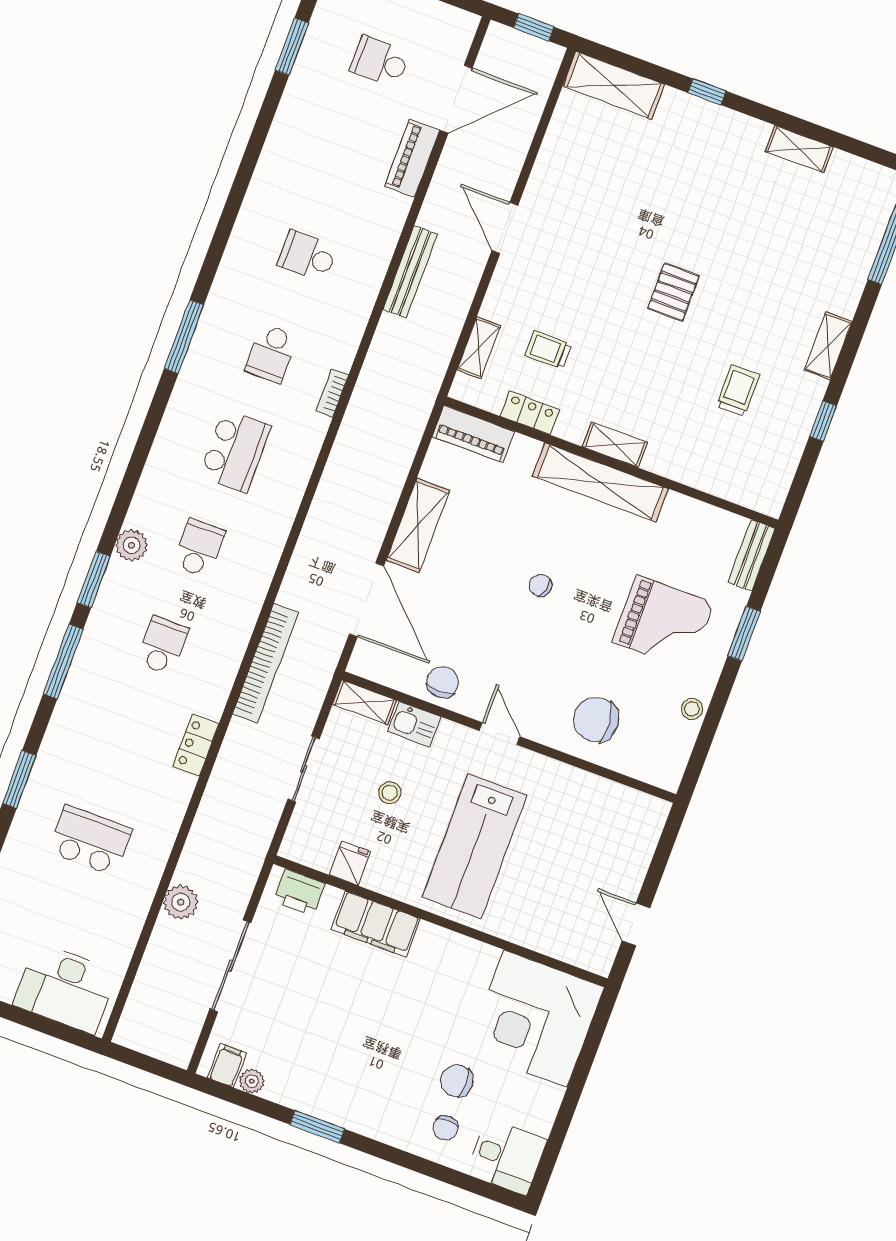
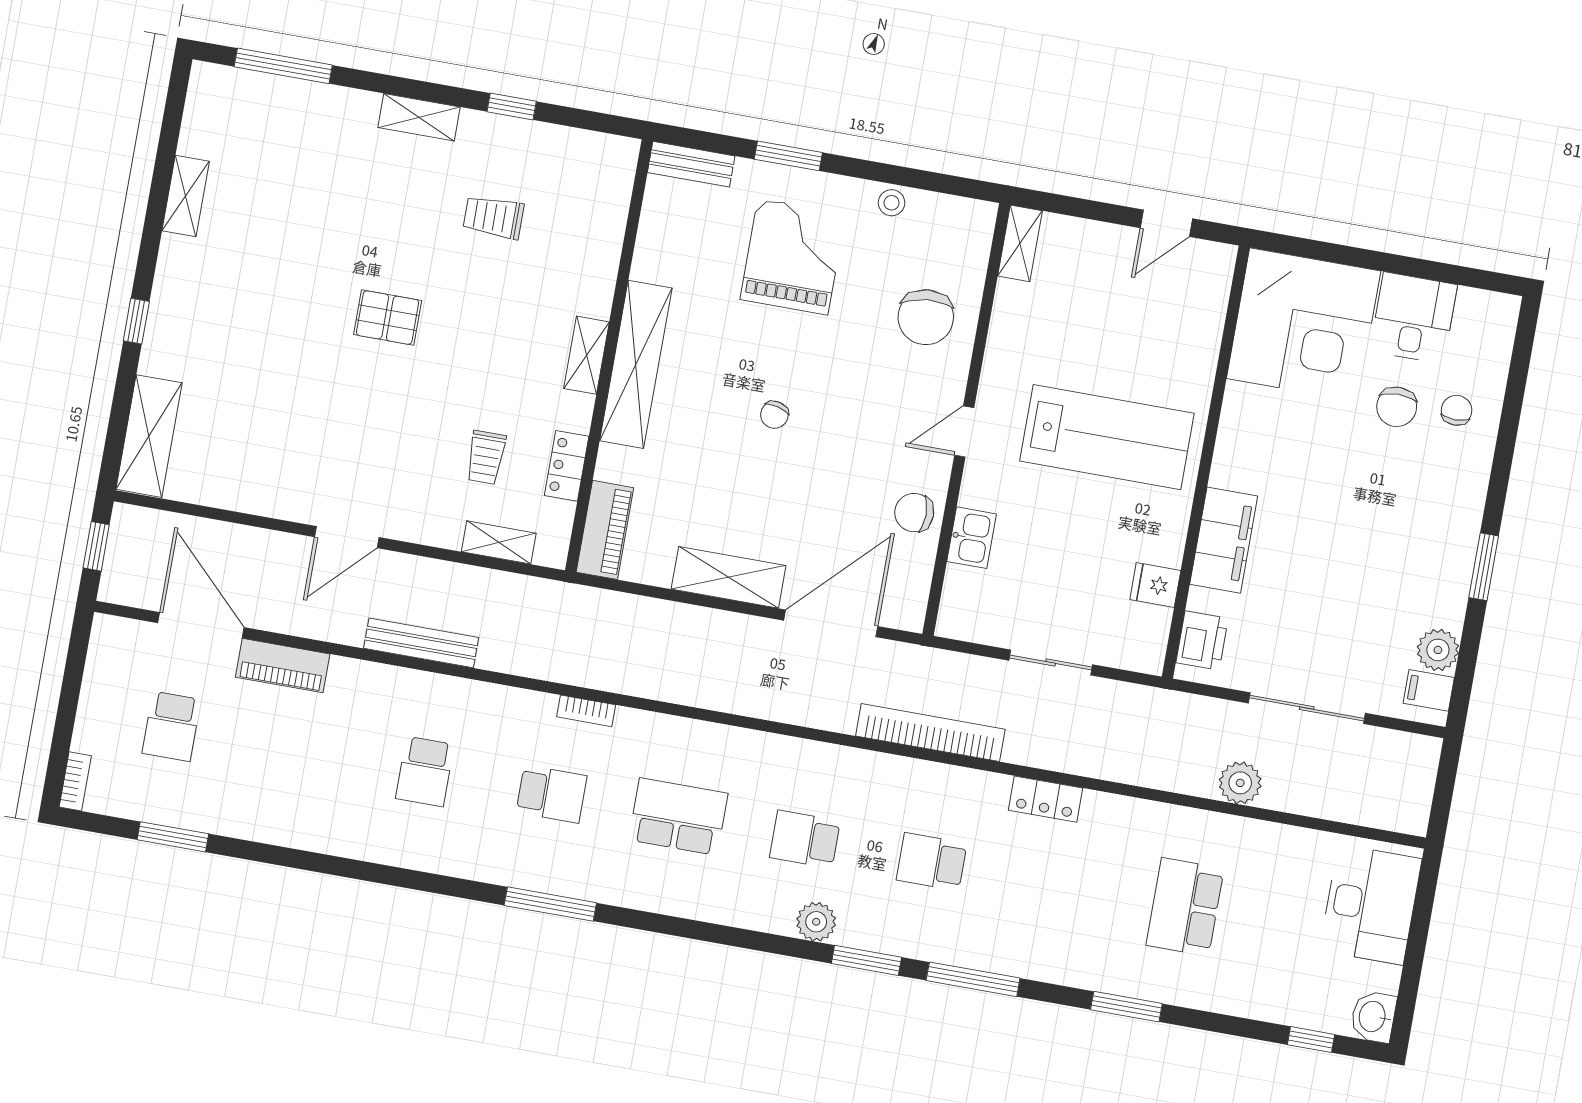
shelving: (365, 702) -> (1020, 243), moved
stool: (390, 793) -> (1061, 552), removed
plant: (252, 1081) -> (1438, 650), width x1.38, depth x1.38
chair: (445, 1128) -> (1457, 410), turned -90
desk: (507, 1157) -> (1414, 318), moved

